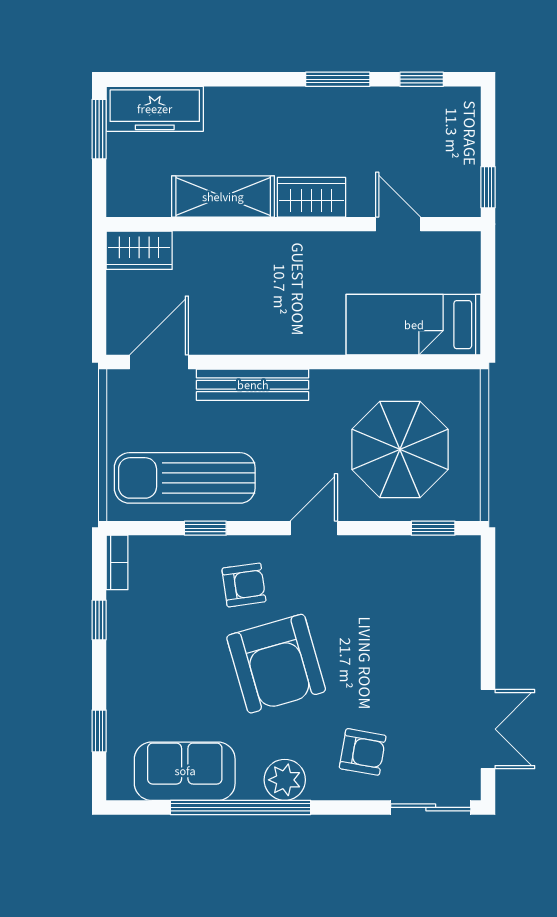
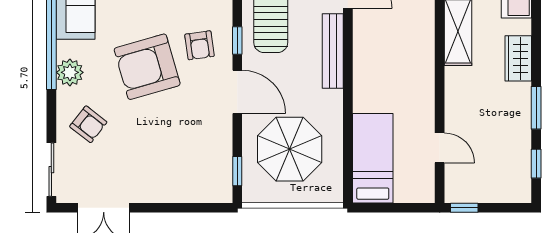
wardrobe: (311, 197) -> (518, 58), moved, turned 180
door: (398, 224) -> (440, 148), hinge flipped
window: (205, 528) -> (237, 41), moved
door: (314, 528) -> (237, 92), width x1.38
armchair: (363, 752) -> (88, 124), turned -62

